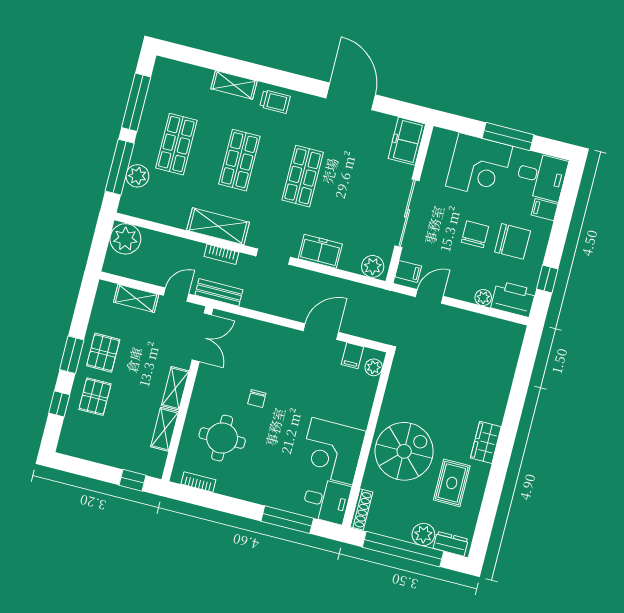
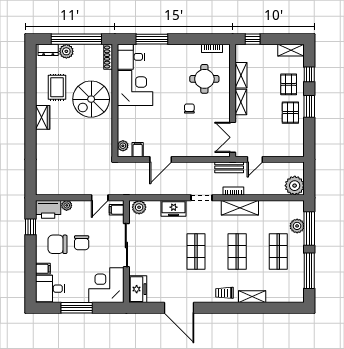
corner desk: (479, 166) -> (106, 285), moved
shelving: (136, 298) -> (291, 50), moved

